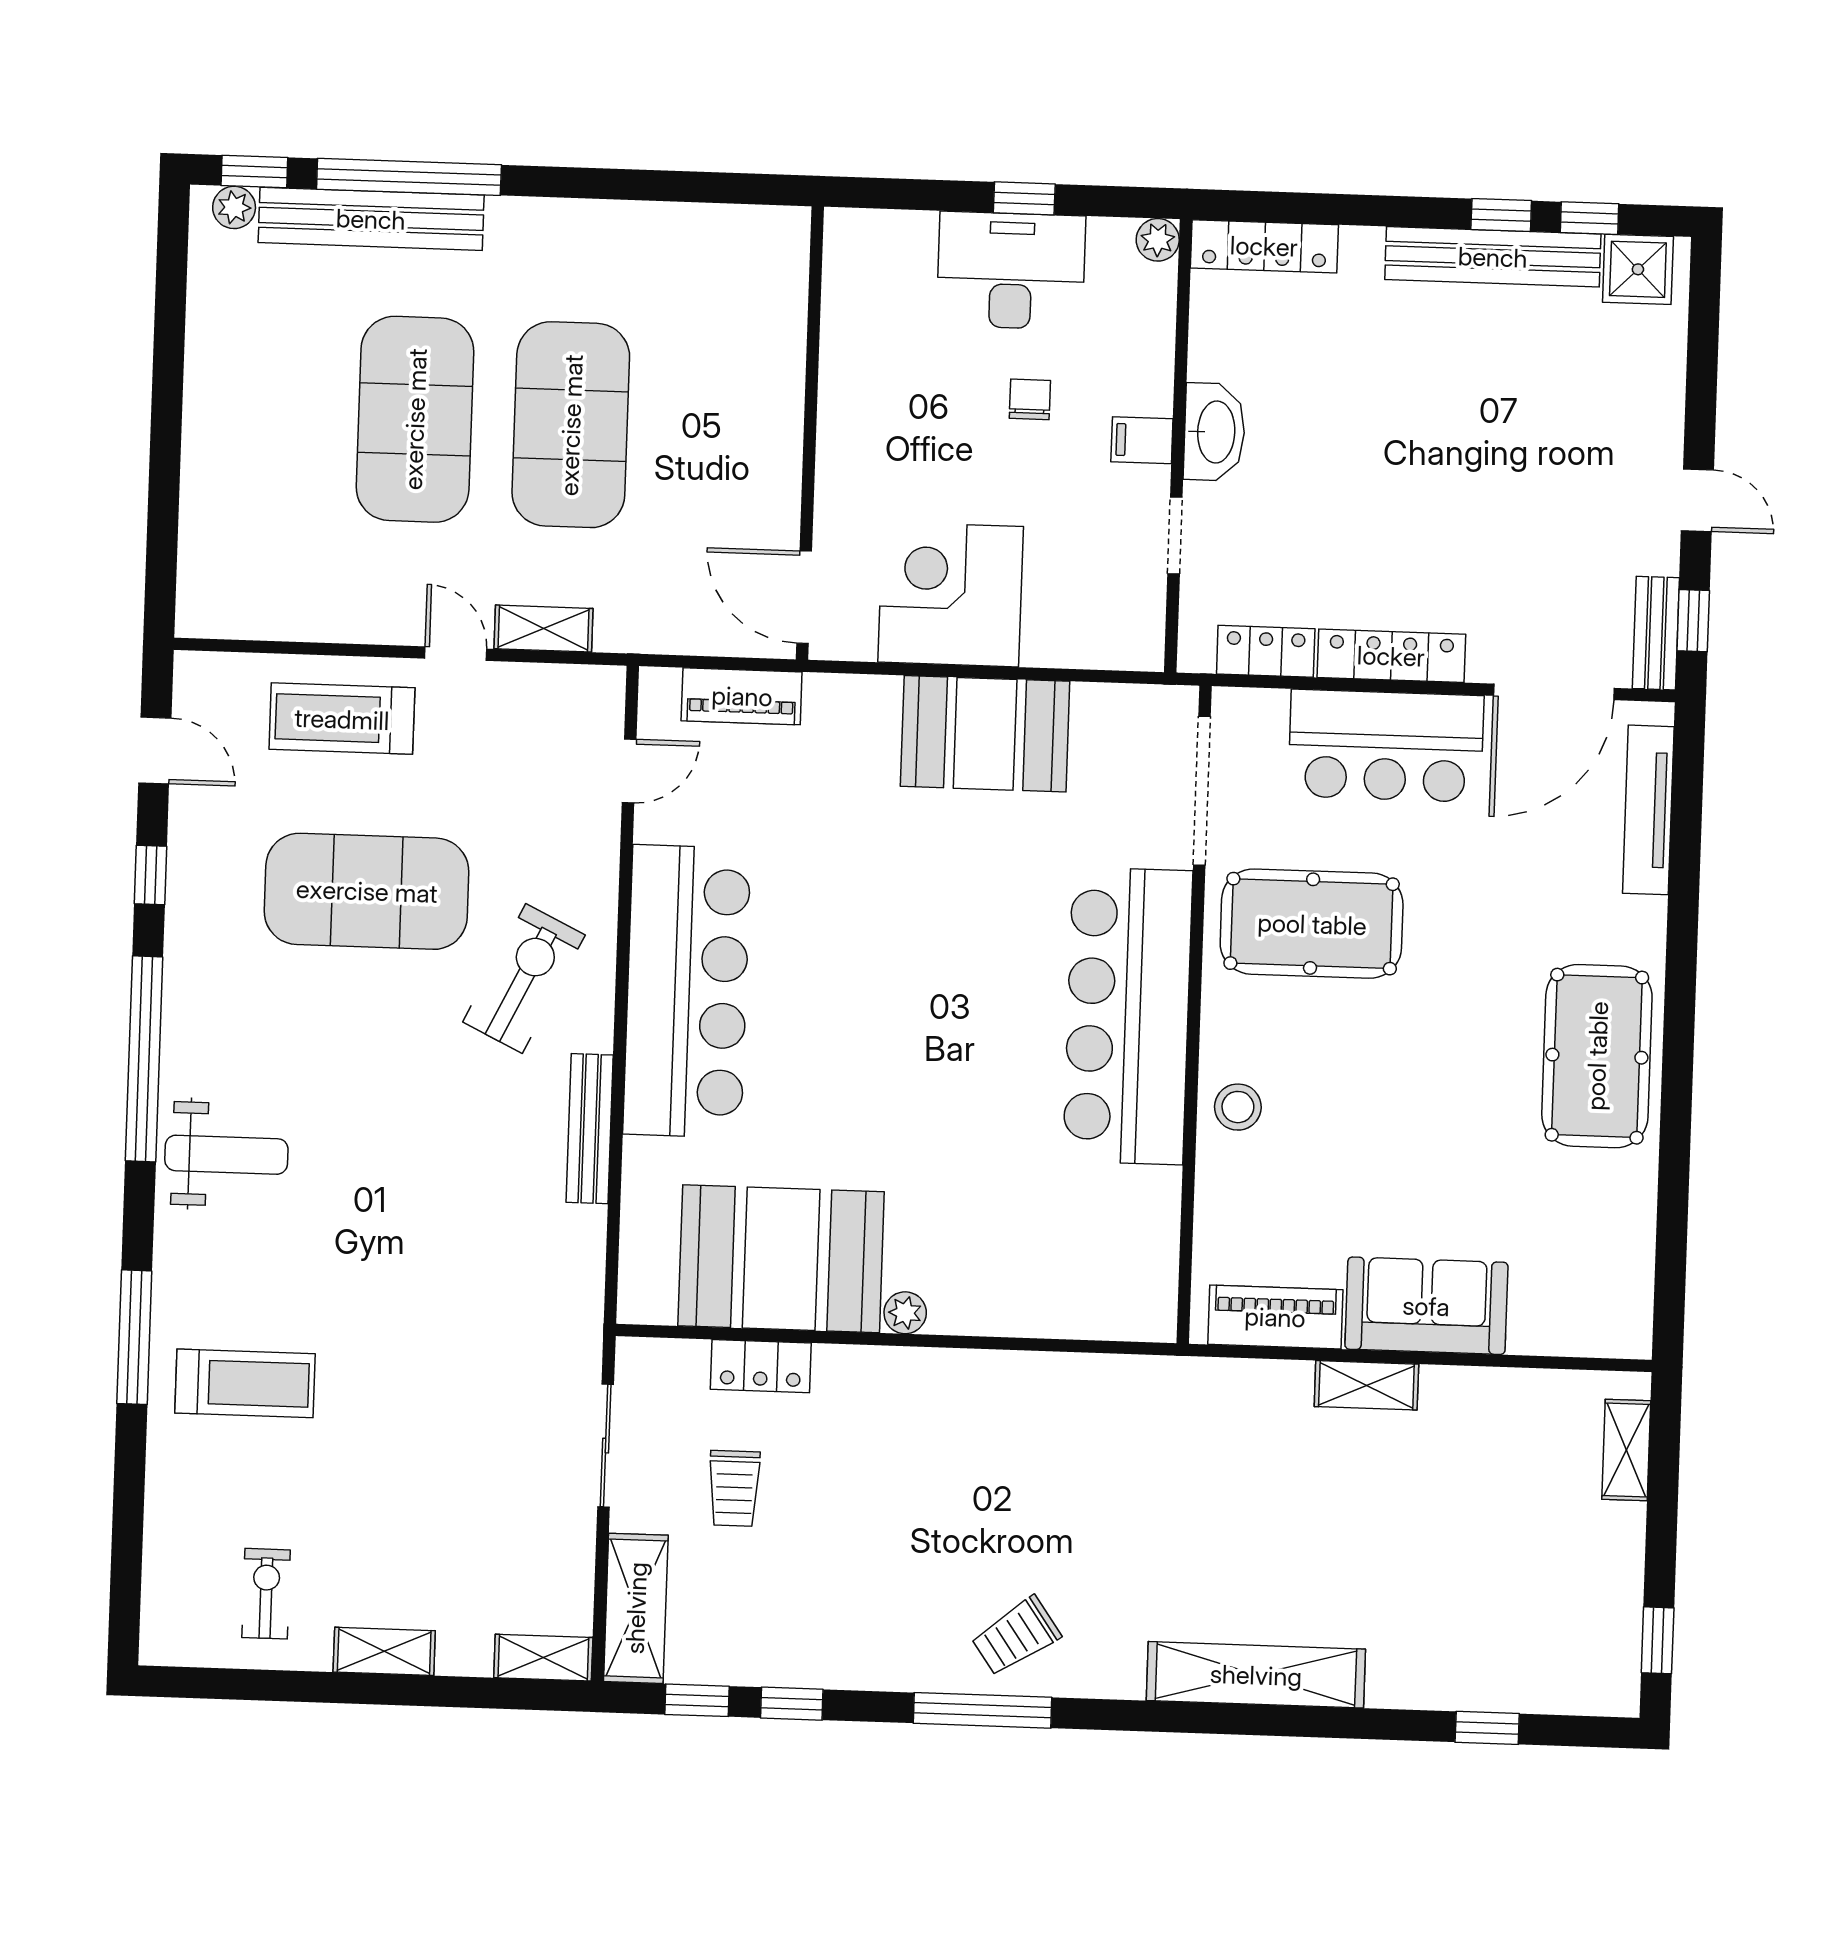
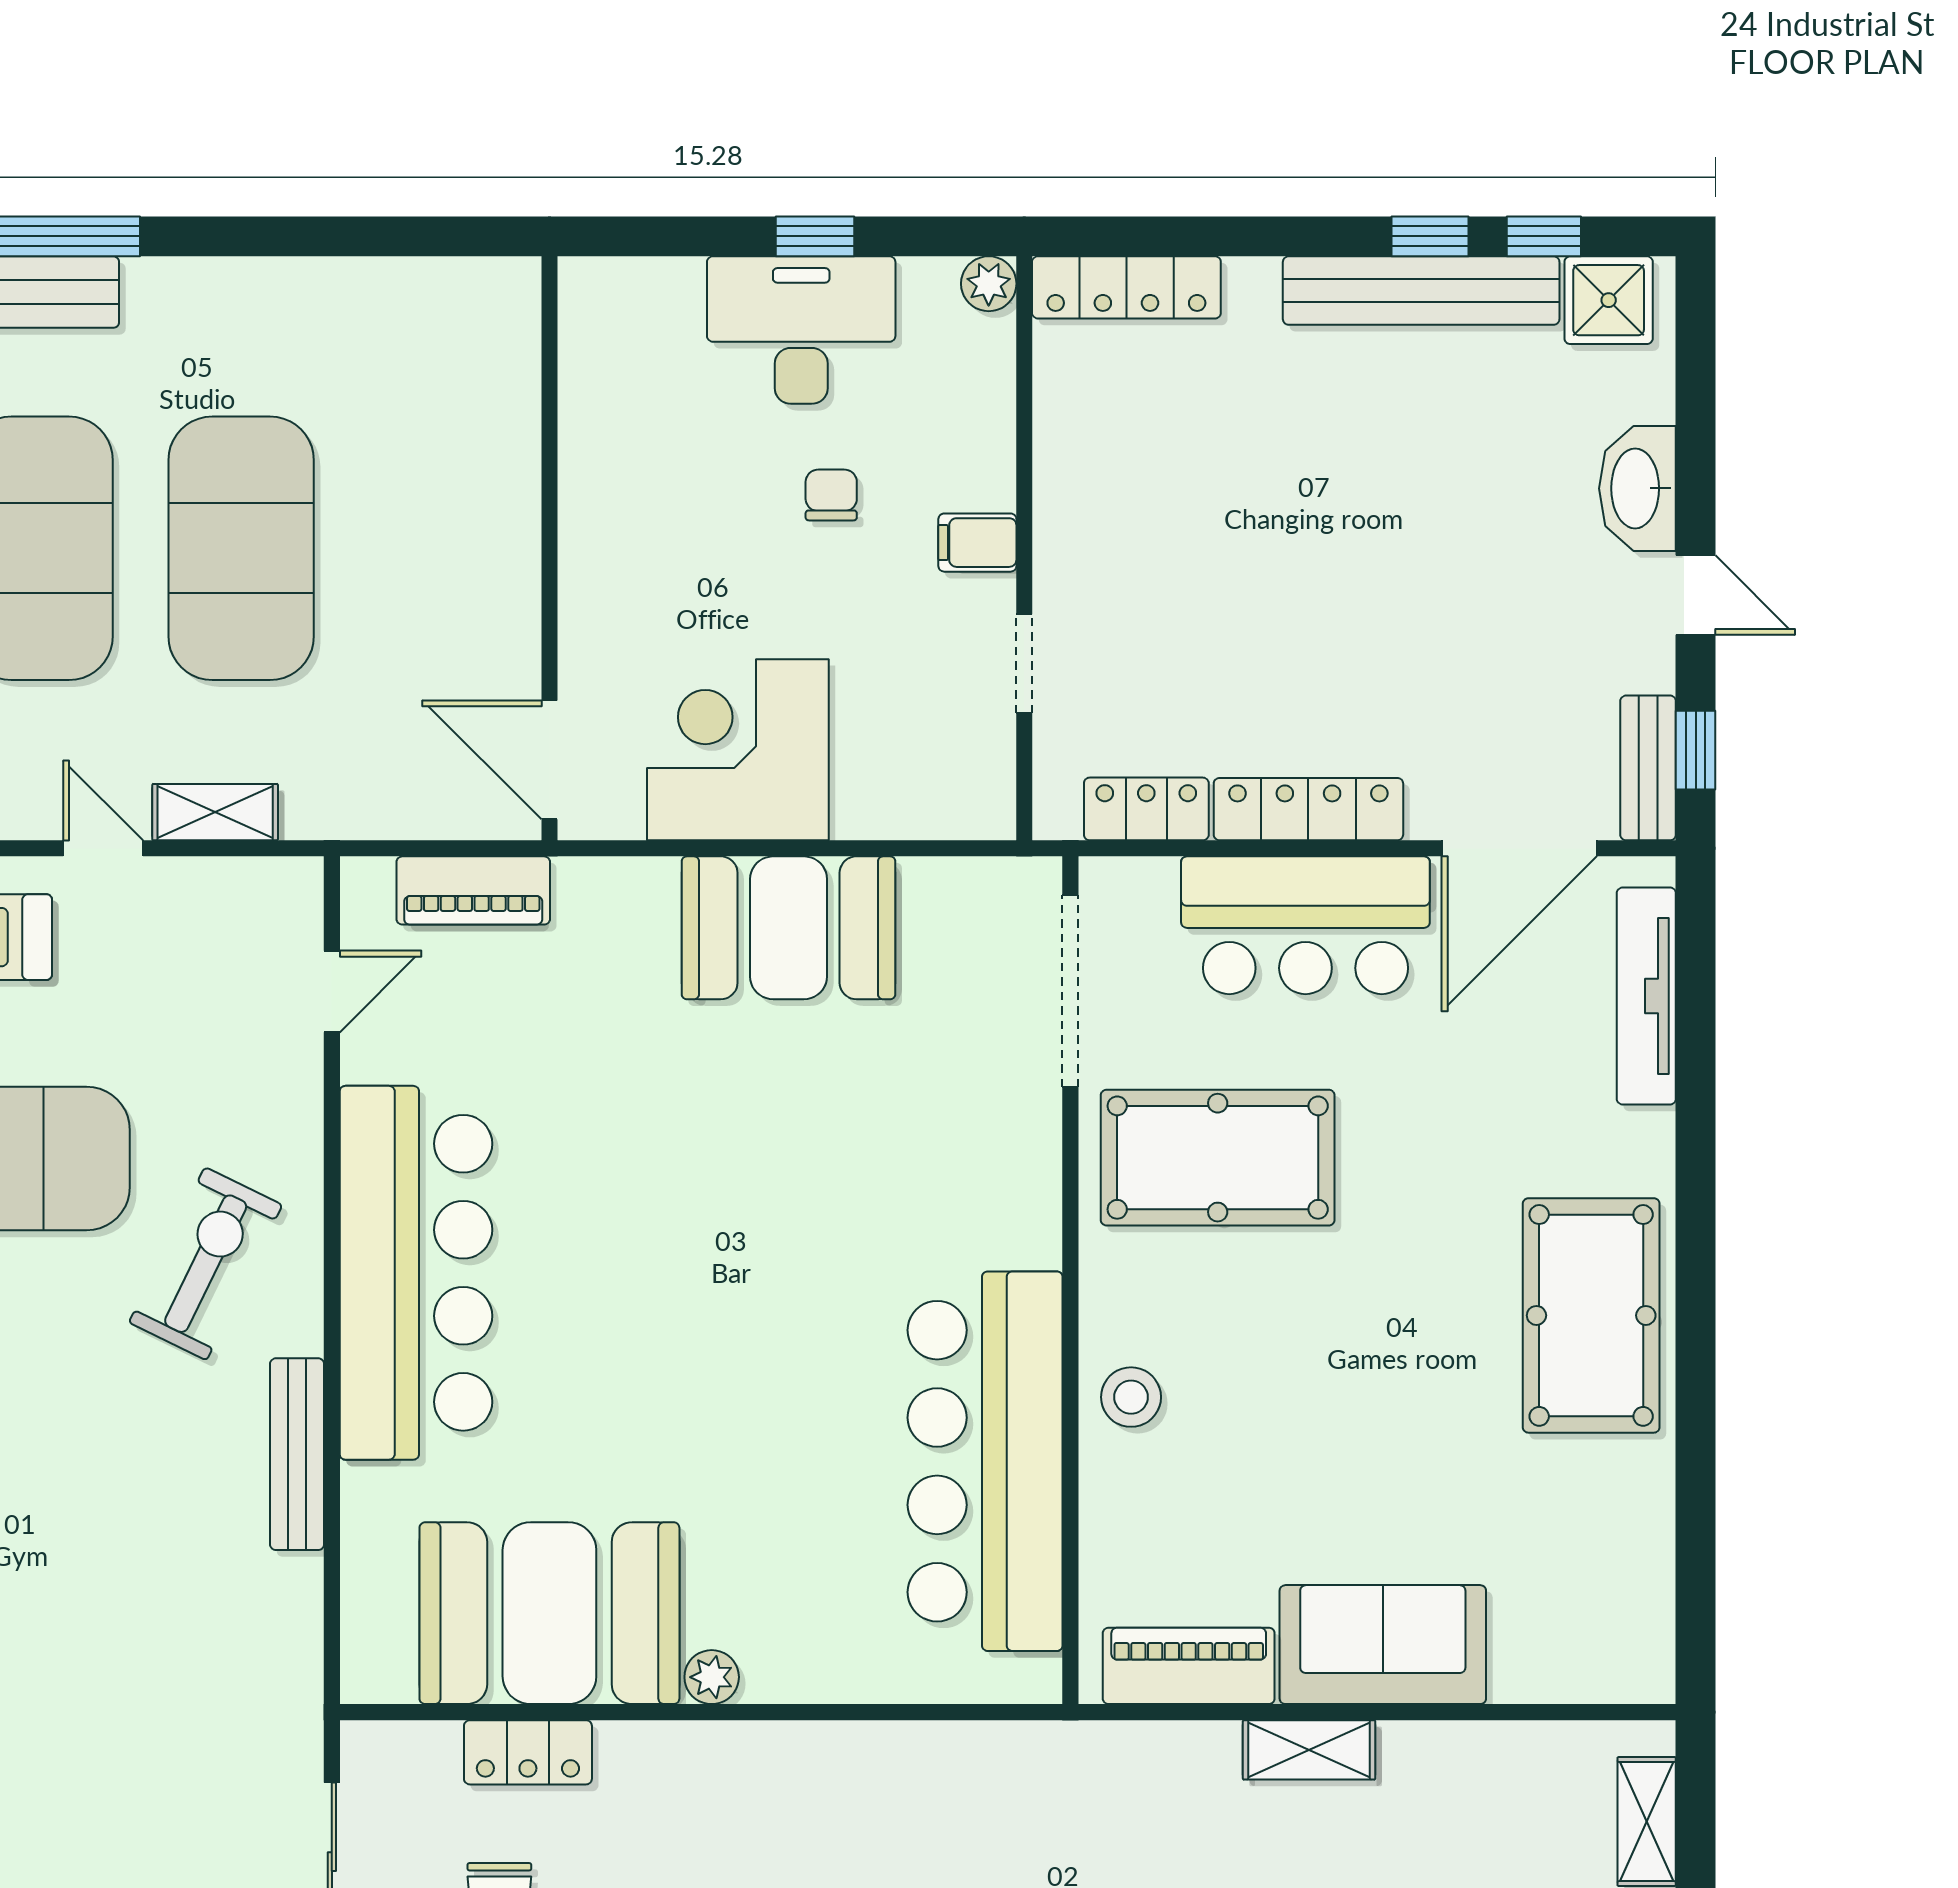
washbasin: (1214, 432) -> (1637, 488), moved, turned 180
bar counter: (1128, 1016) -> (985, 1461), moved

